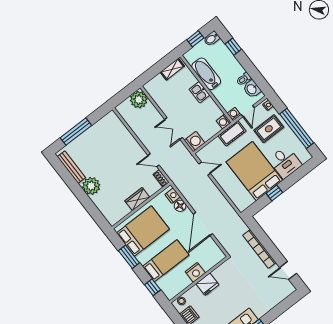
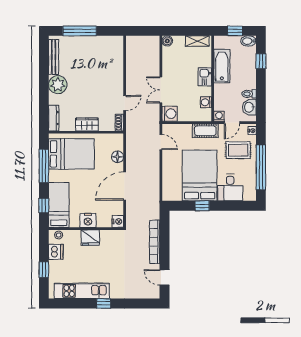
boiler: (149, 87) -> (167, 41), added
plant: (139, 100) -> (151, 45), removed
washing machine: (224, 121) -> (206, 102), moved
door: (154, 160) -> (125, 103), swing flipped
nightstand: (173, 196) -> (118, 221), moved
dresser: (108, 214) -> (54, 118), added
window: (129, 257) -> (44, 166), width x1.44
bed: (166, 261) -> (59, 205), moved, turned -90

